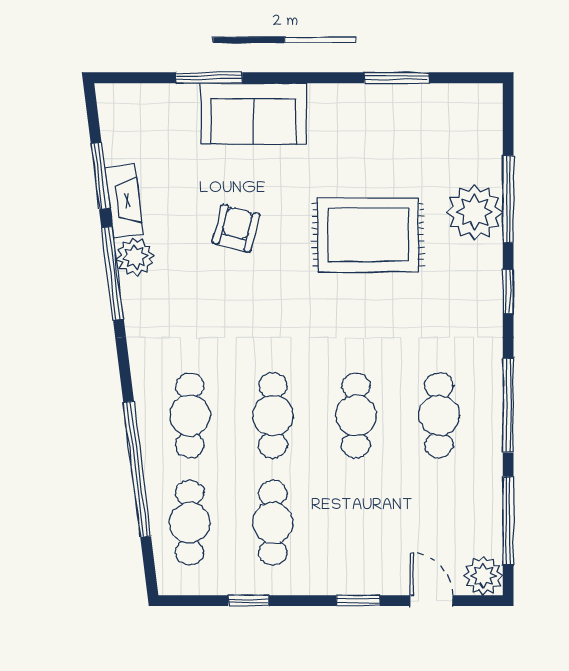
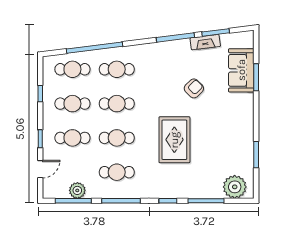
sofa: (253, 114) -> (241, 70), moved
plant: (475, 212) -> (235, 187), moved
armchair: (236, 228) -> (194, 88), turned -60
rug: (368, 235) -> (174, 140), moved
plant: (135, 257) -> (182, 47), removed
cafe table: (356, 523) -> (72, 138), added
plant: (483, 576) -> (77, 190), moved

